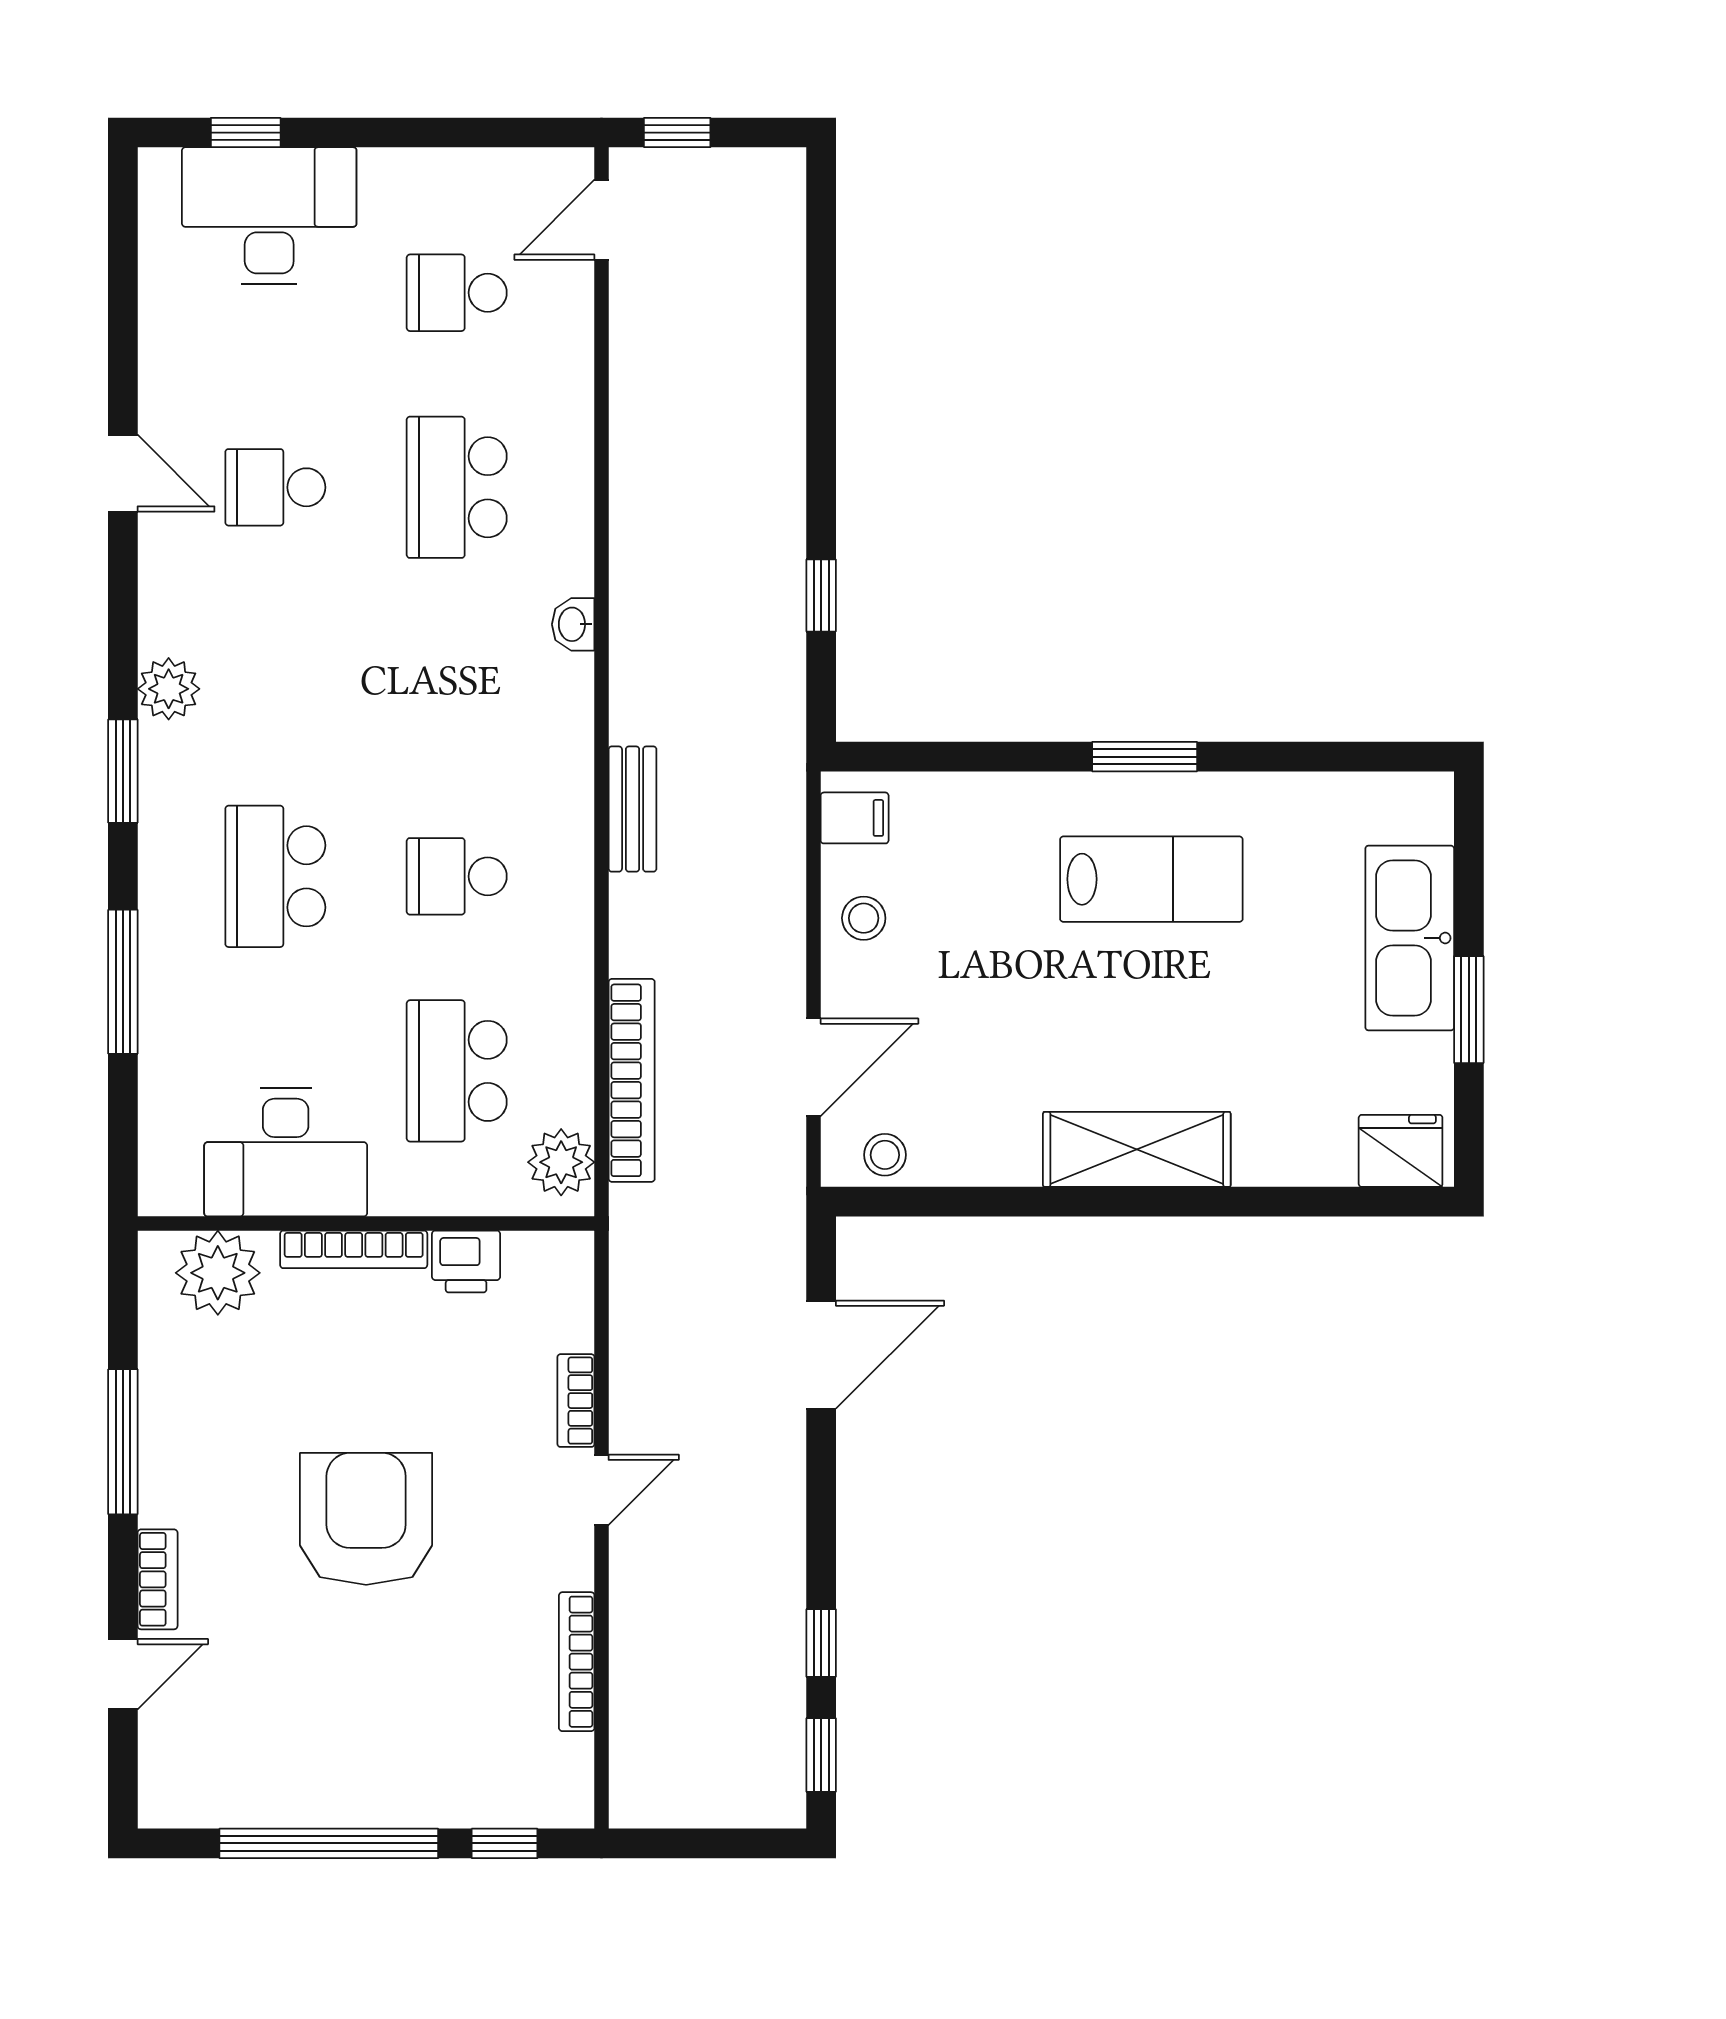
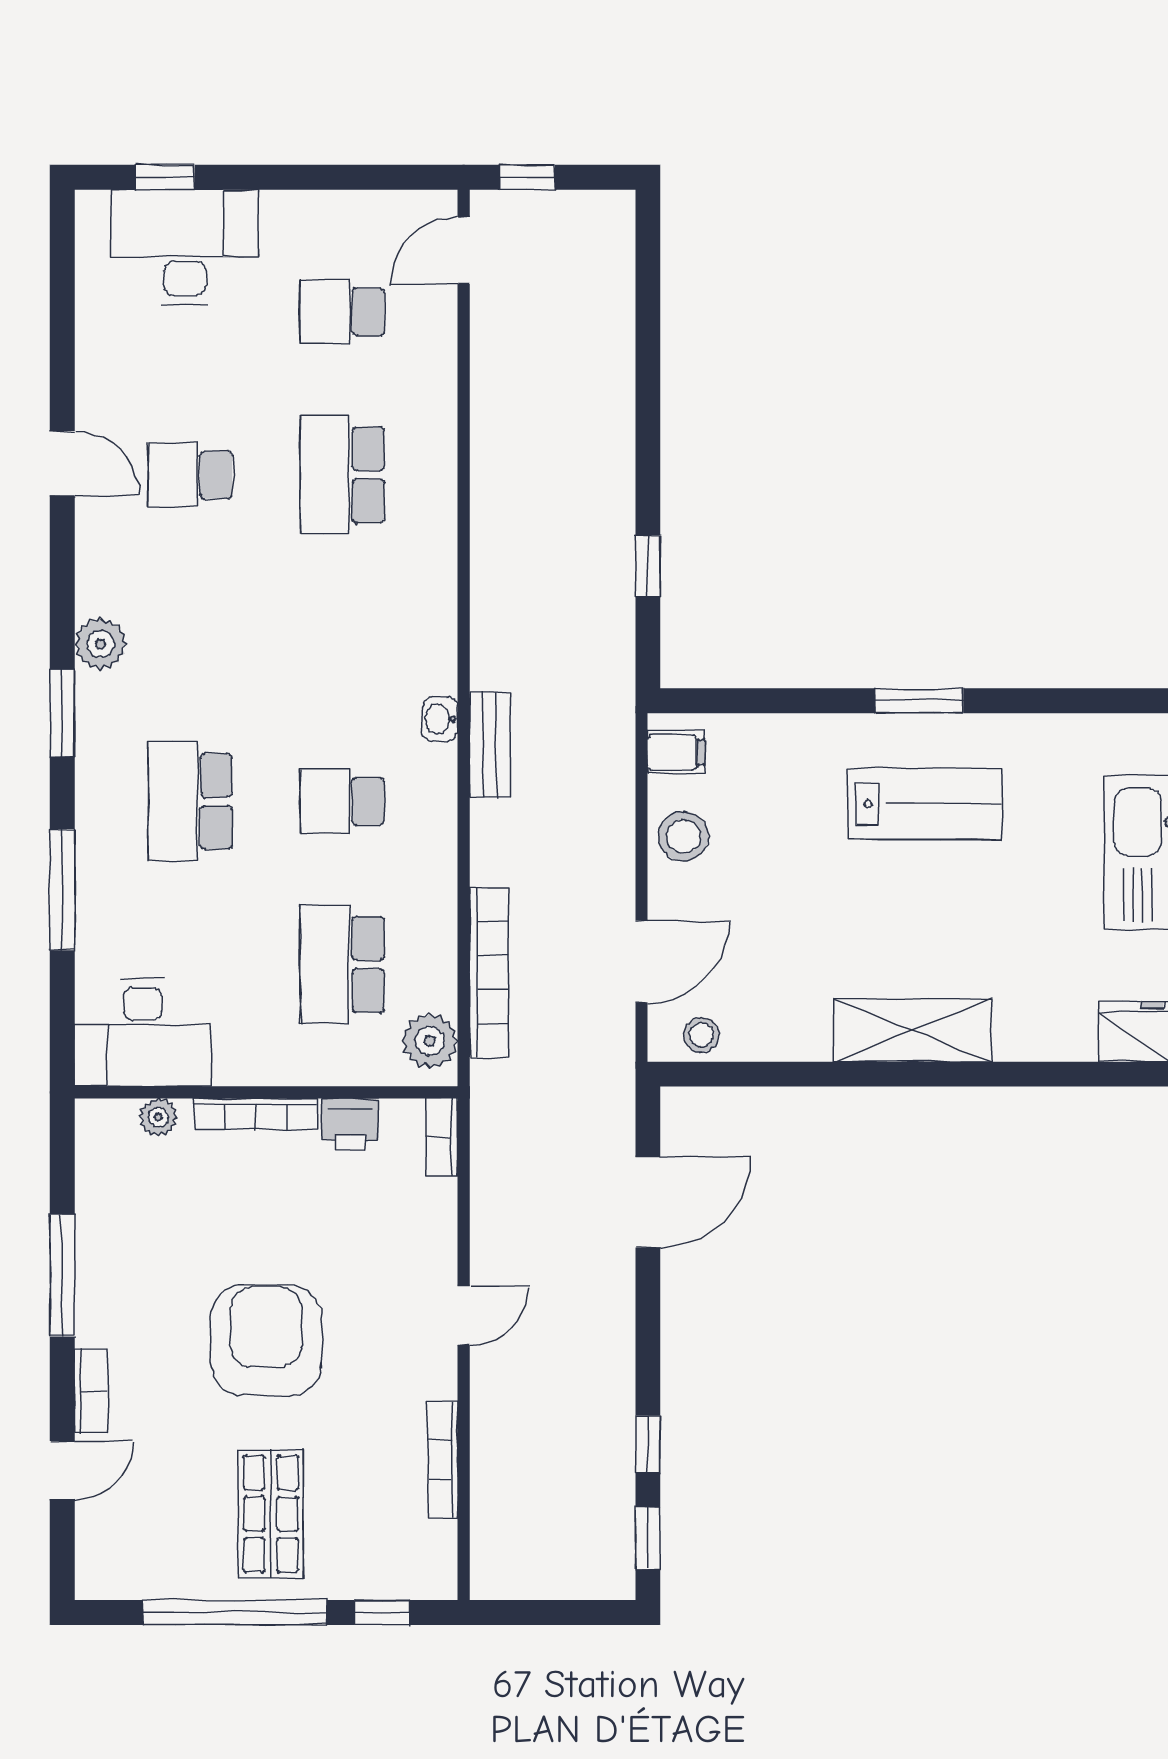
washbasin: (573, 624) -> (440, 719), moved
stool: (864, 918) -> (684, 836), width x1.37, depth x1.37
desk: (286, 1152) -> (143, 1033), moved
plant: (218, 1273) -> (158, 1117), width x0.53, depth x0.53
bookcase: (576, 1401) -> (442, 1137), moved
shop shelf: (372, 1726) -> (271, 1514), added

